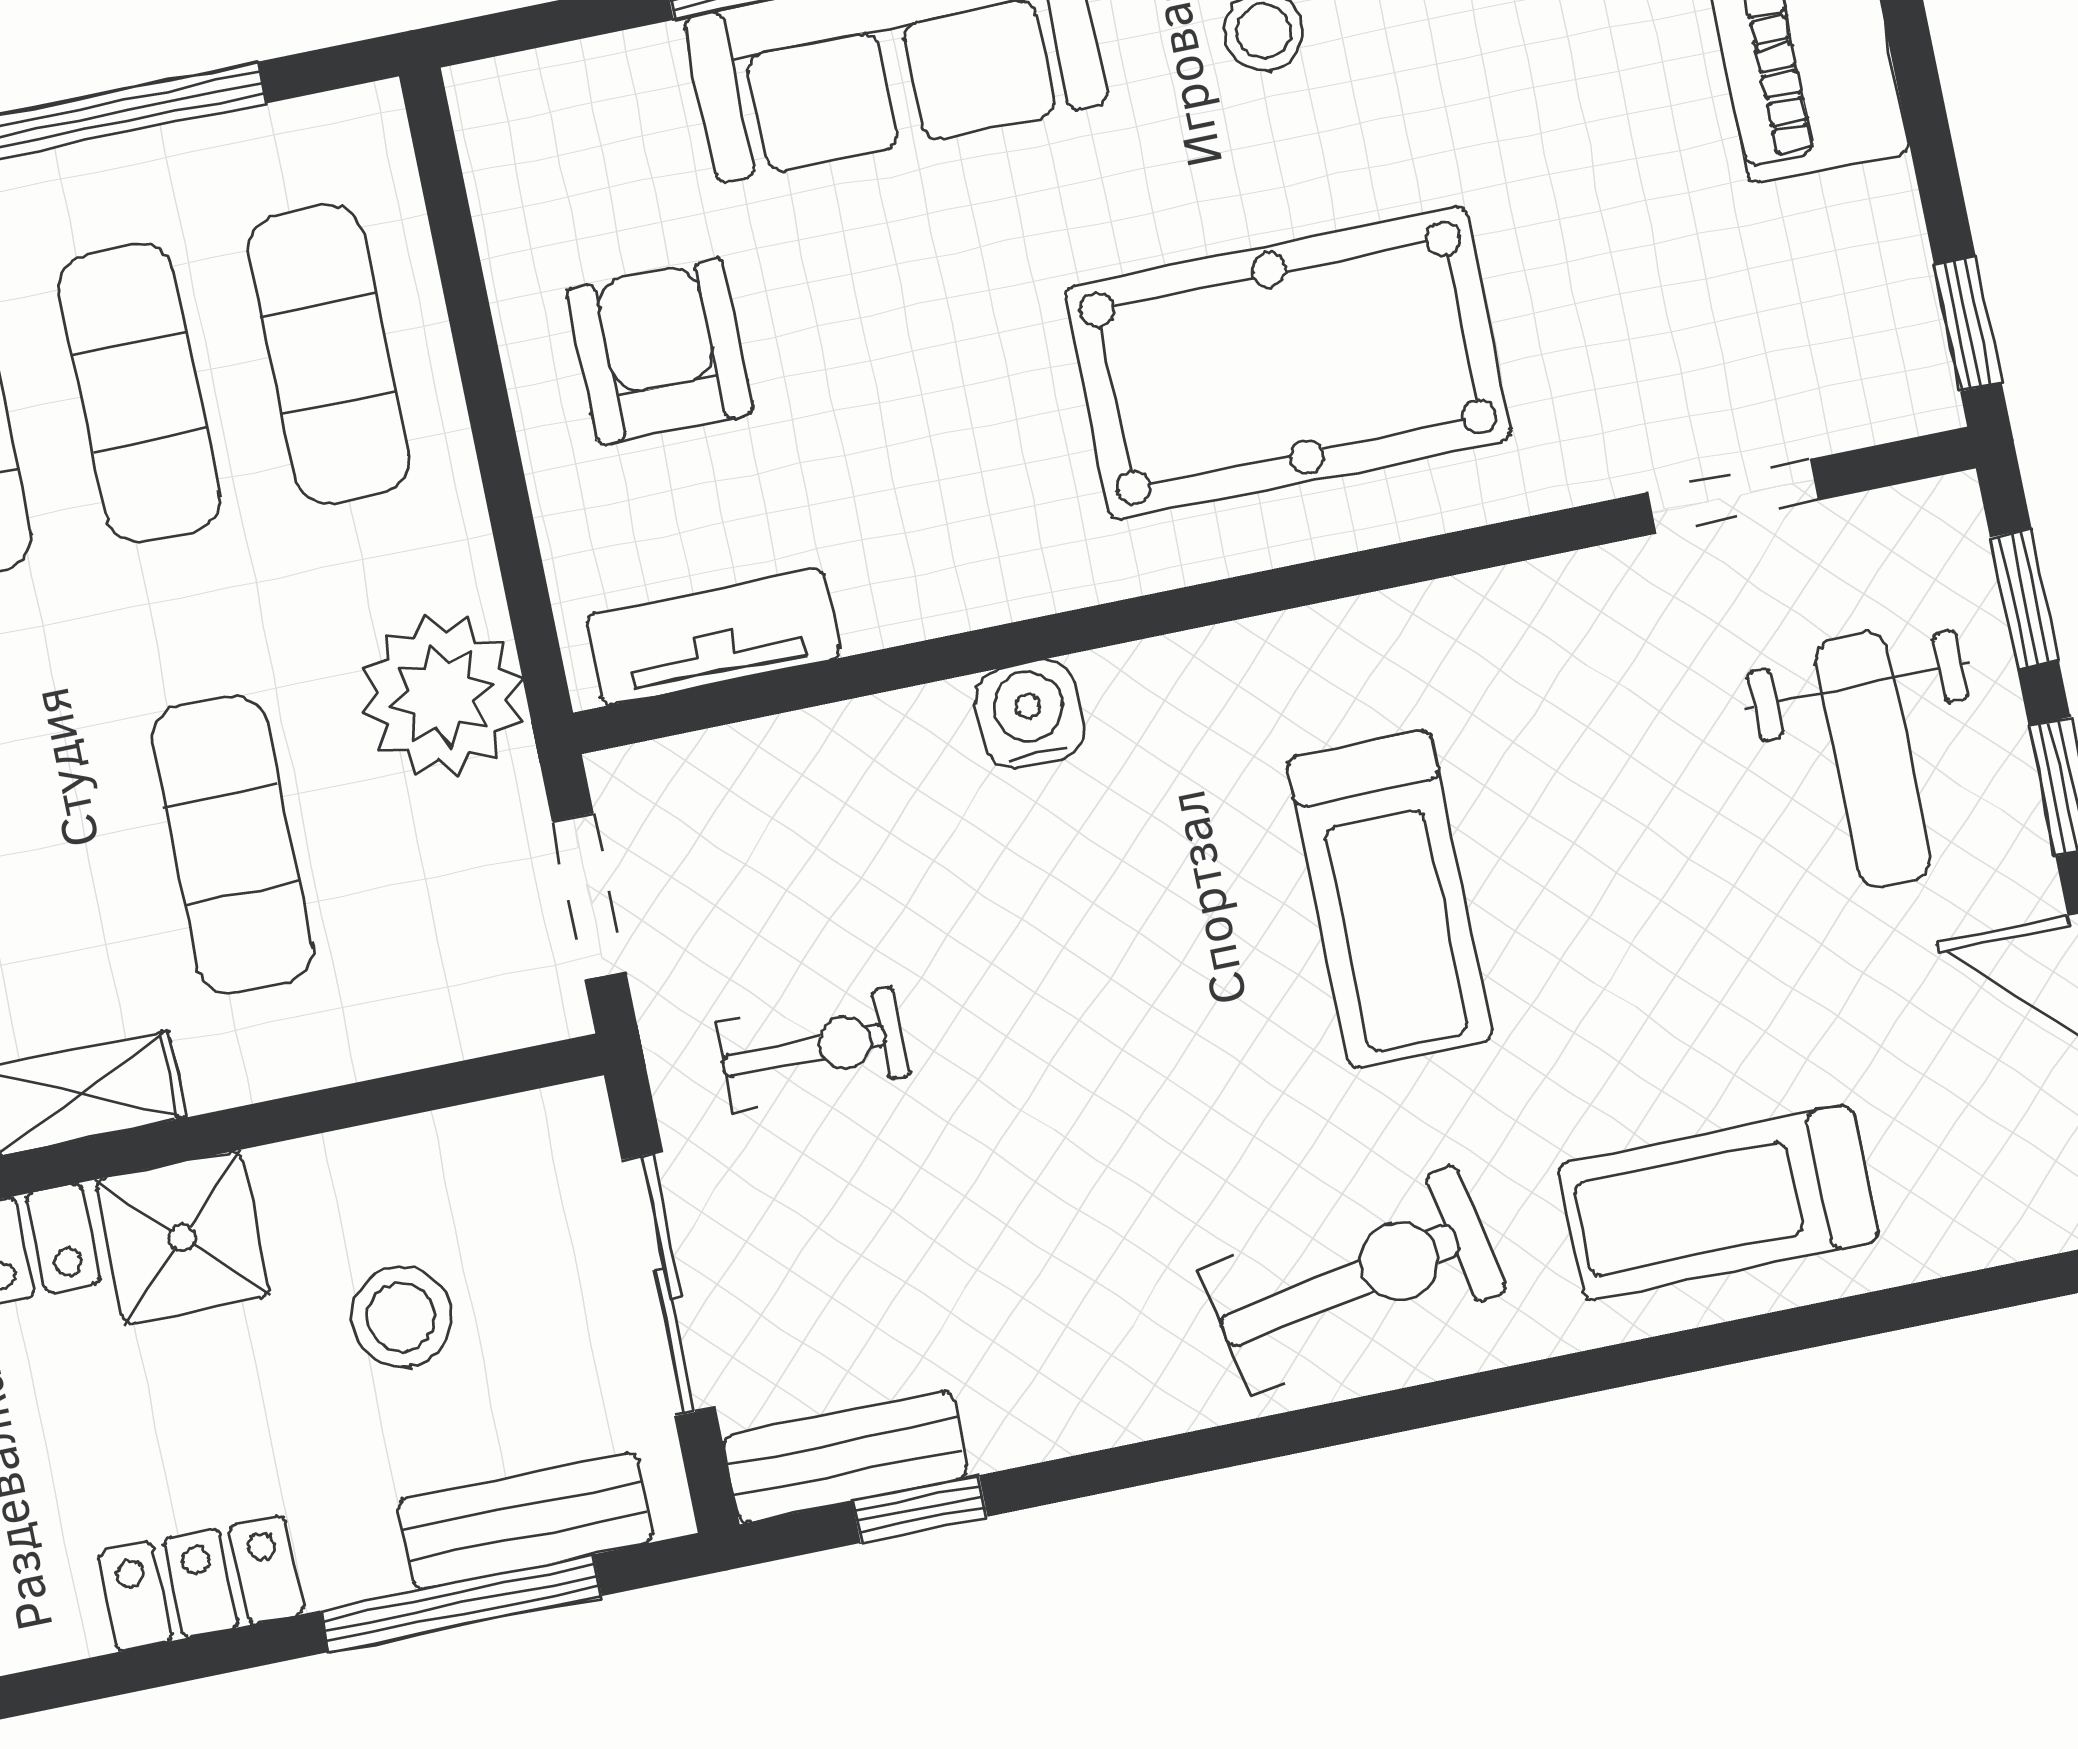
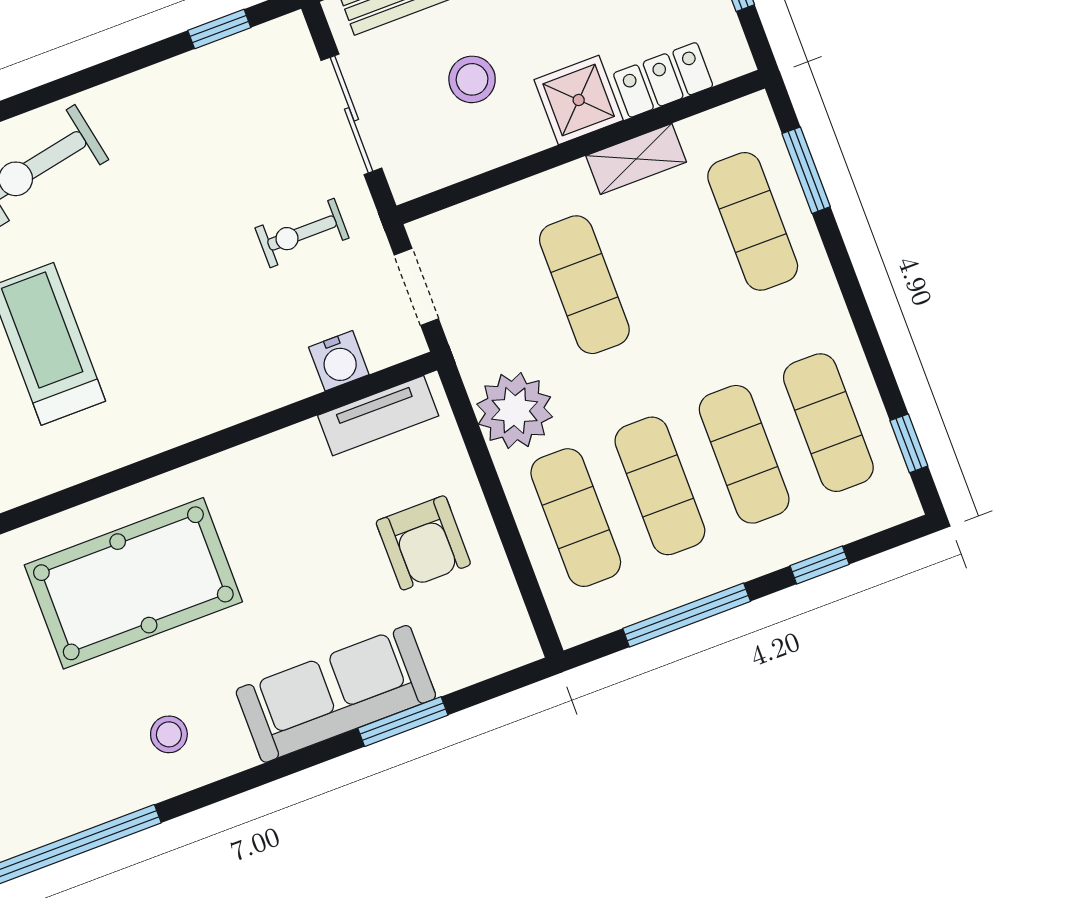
plant: (442, 696) -> (515, 410), moved
water cooler: (1030, 714) -> (339, 361), moved
bench: (846, 1457) -> (257, 48), removed

